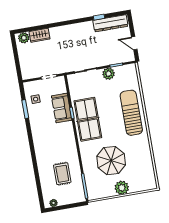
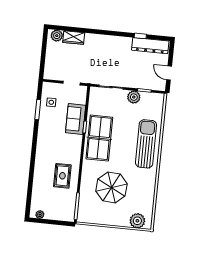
rug: (62, 174) -> (62, 176), moved
plant: (122, 188) -> (137, 221), moved

